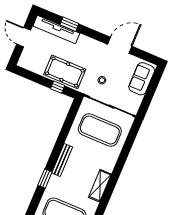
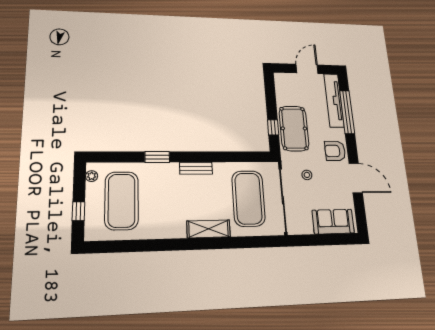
window: (69, 24) -> (347, 112), width x2.11
armchair: (94, 50) -> (335, 151), added
bench: (62, 160) -> (196, 168), width x0.73
shelving: (100, 186) -> (209, 229), moved

